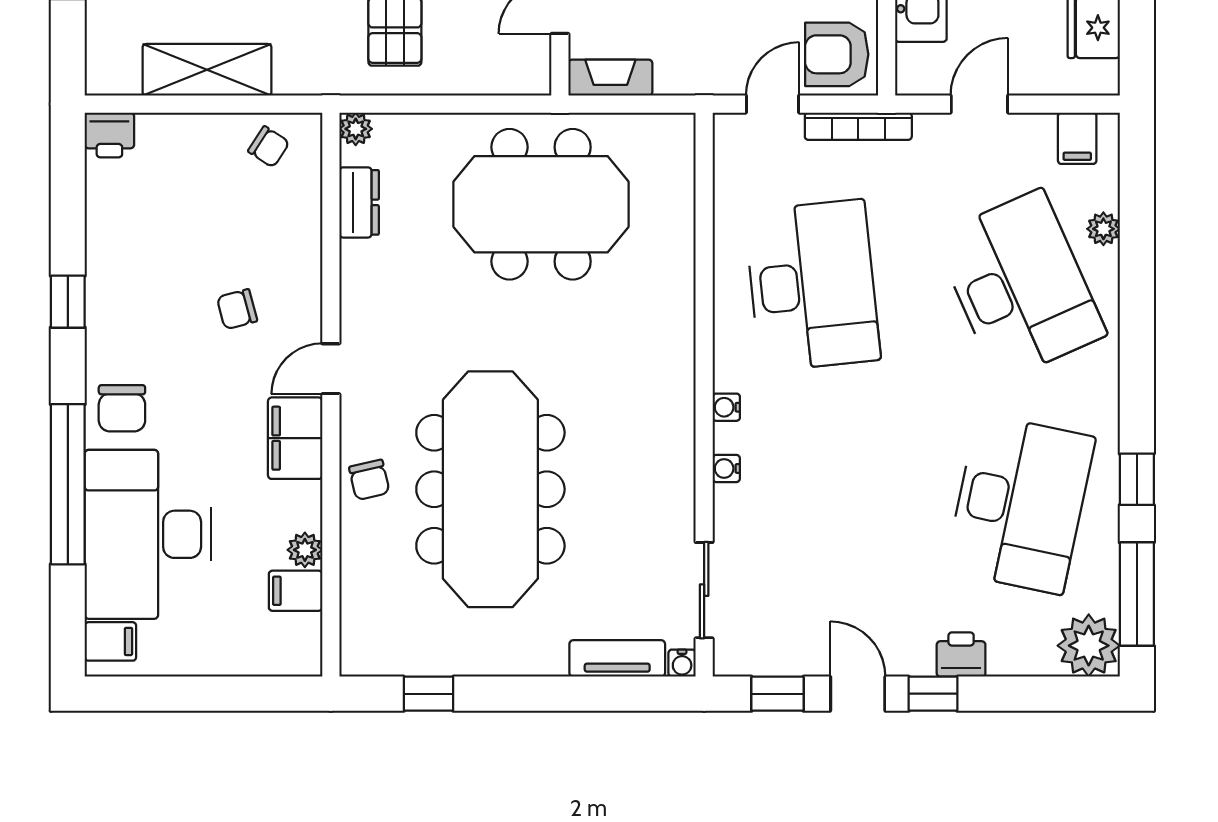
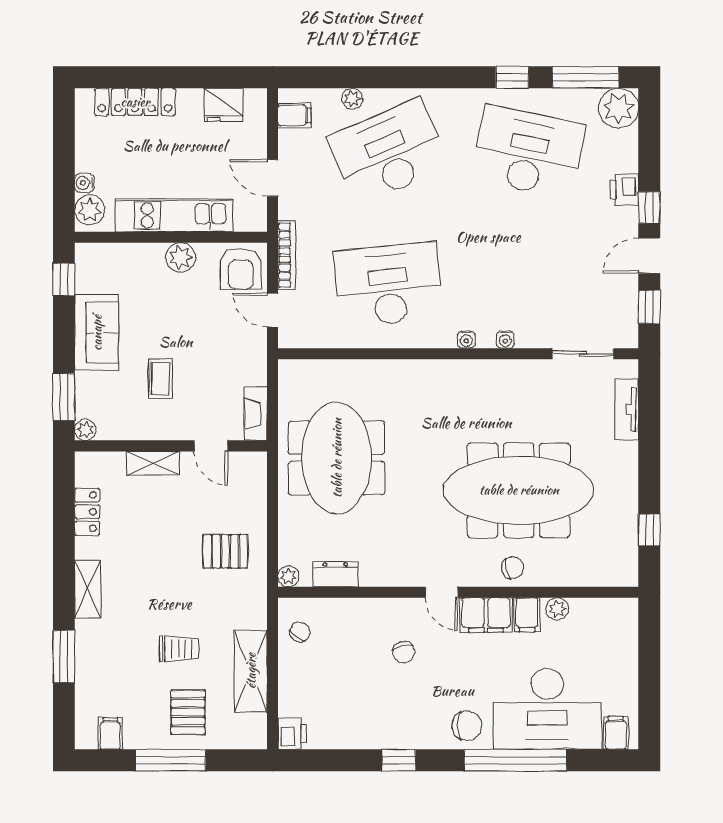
filing cabinet: (296, 591) -> (527, 615), moved
water cooler: (682, 663) -> (630, 368), removed

